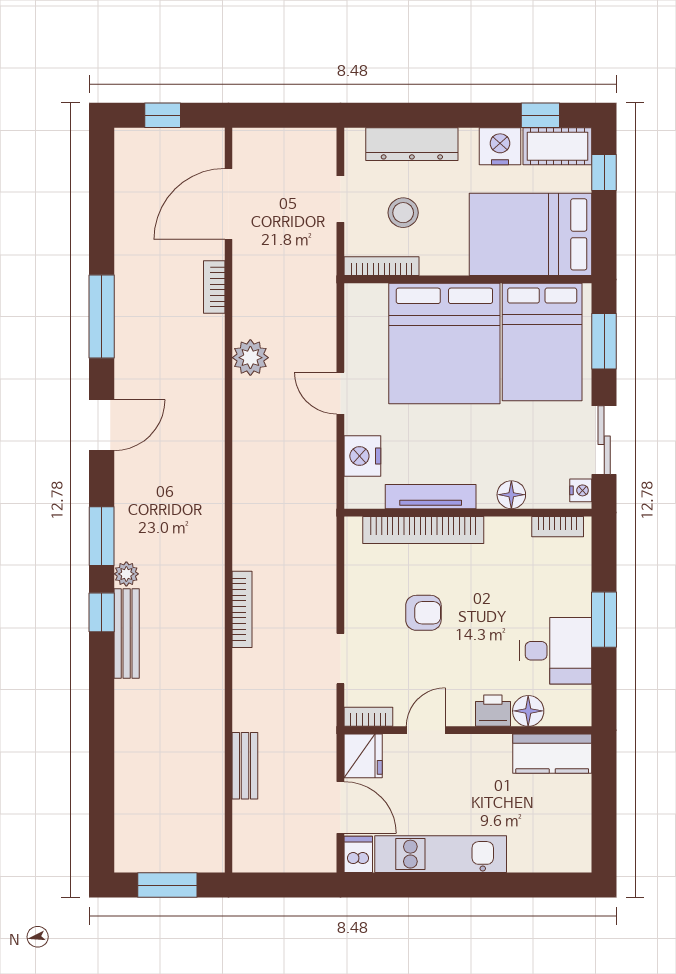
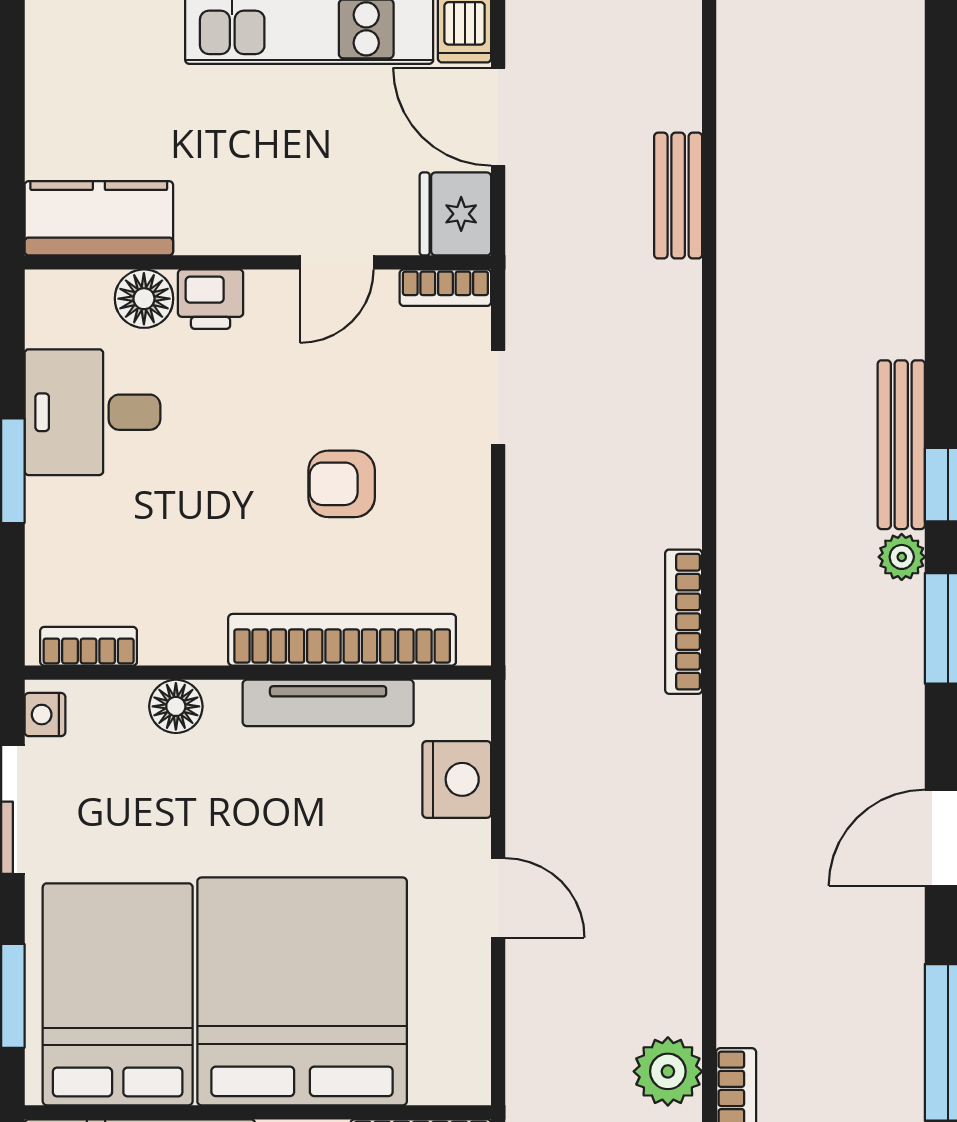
plant: (250, 358) -> (668, 1071), moved
bookcase: (242, 609) -> (684, 622), moved

